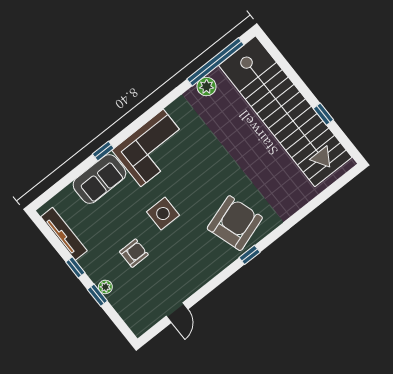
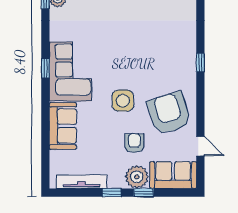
window: (103, 151) -> (45, 68), moved
armchair: (235, 223) -> (169, 113), moved
plant: (105, 287) -> (137, 177), width x1.87, depth x1.87
sofa: (133, 309) -> (173, 175), added

